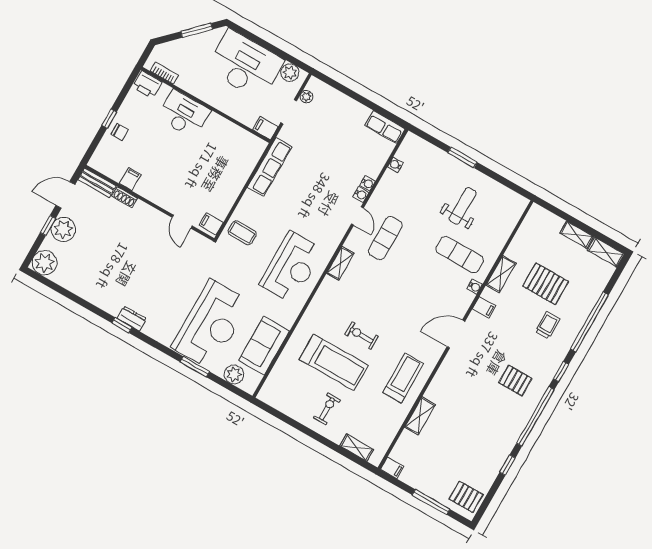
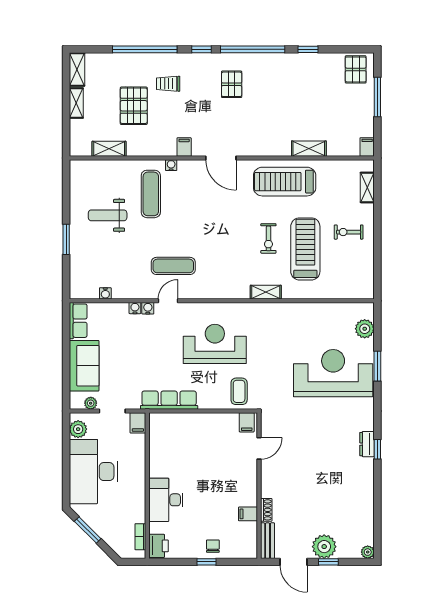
plant: (44, 263) -> (368, 552), width x0.53, depth x0.53
shelving: (340, 263) -> (266, 292), moved
reception desk: (291, 267) -> (215, 344), moved
shelving: (501, 274) -> (109, 149), moved
sofa: (264, 346) -> (84, 366), moved, turned -90
treadmill: (403, 378) -> (285, 182), width x1.37, depth x1.38

